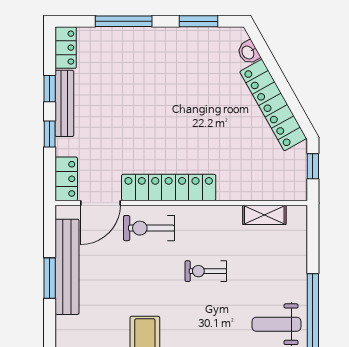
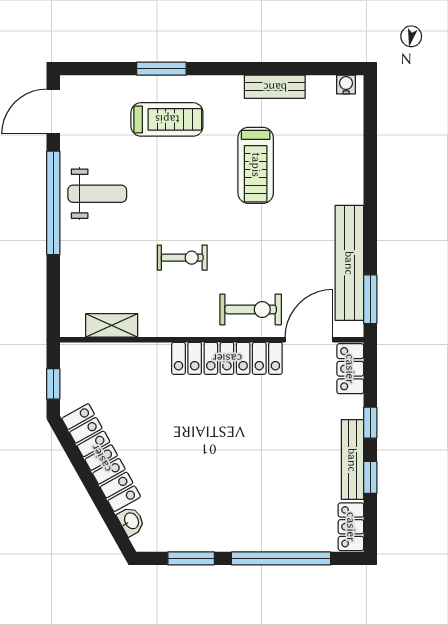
window: (124, 21) -> (281, 558), width x1.46
window: (50, 278) -> (370, 299), moved

